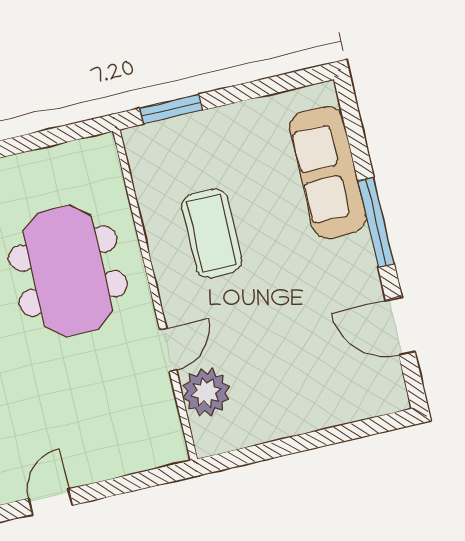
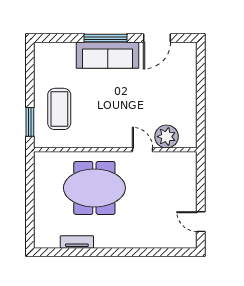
sofa: (328, 172) -> (108, 55), moved
coffee table: (212, 233) -> (59, 109), moved, turned 90

